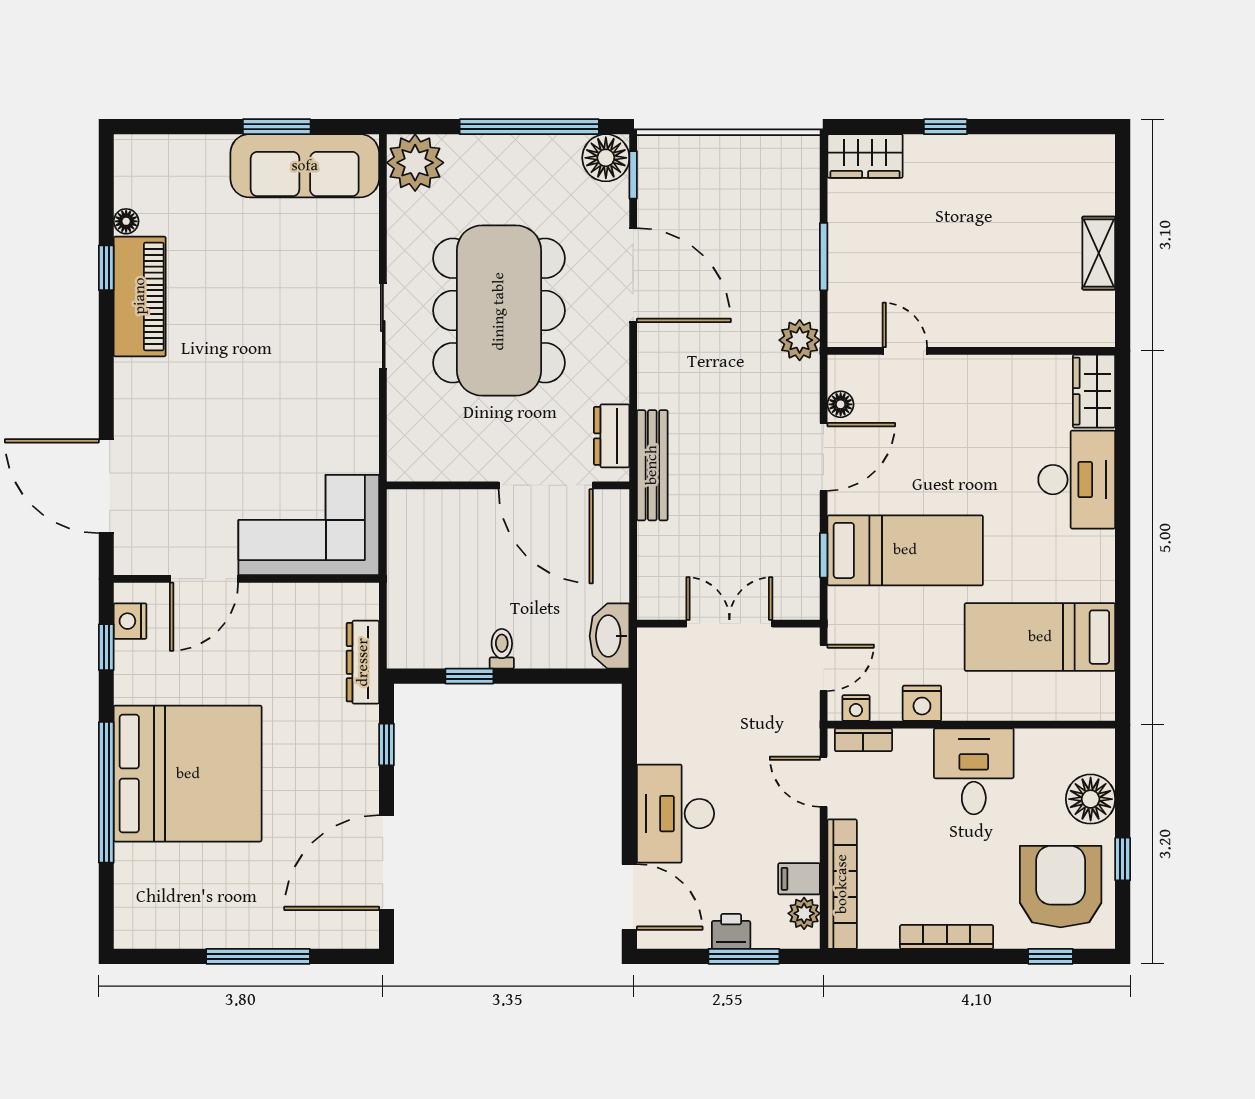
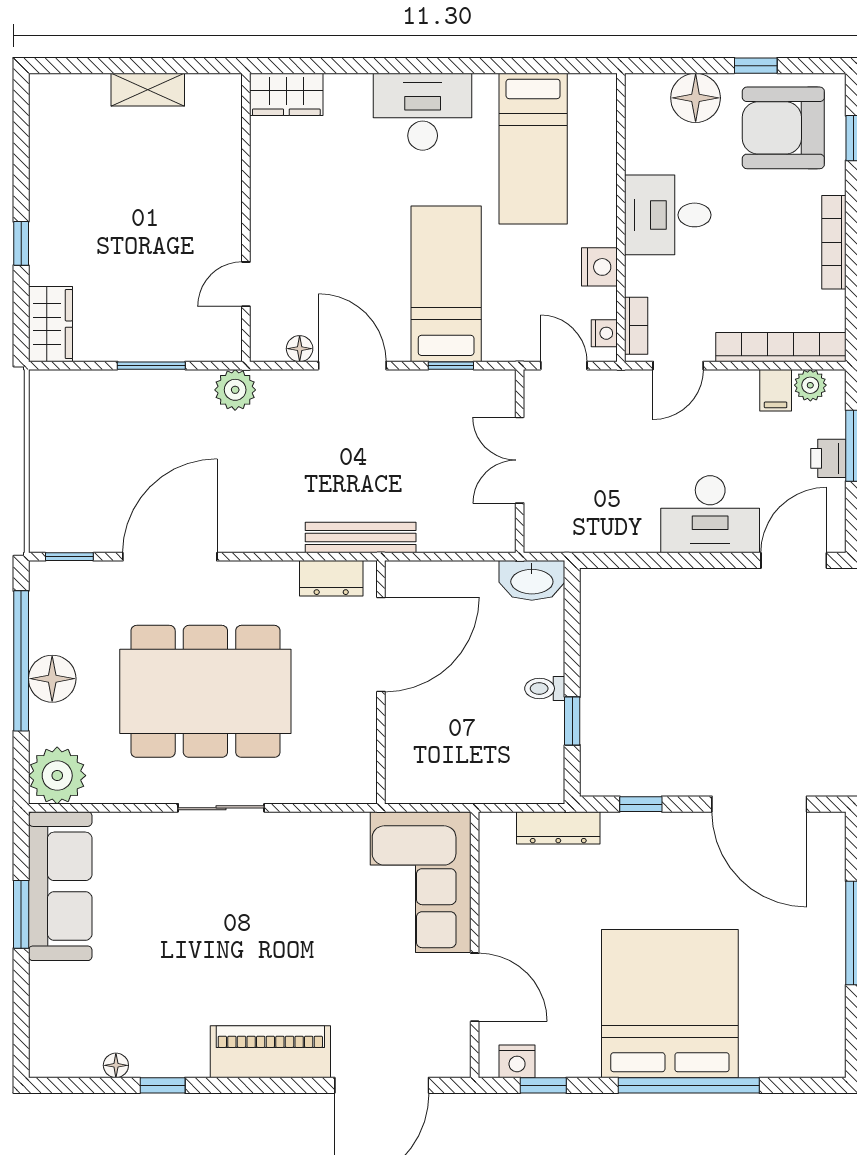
floor lamp: (606, 158) -> (52, 679), moved
piano: (140, 296) -> (270, 1052), moved
desk: (1077, 480) -> (423, 112), moved

